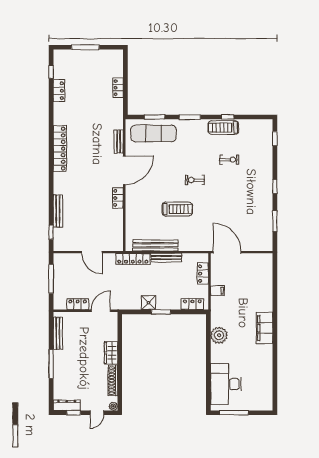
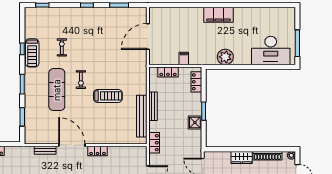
exercise mat: (153, 133) -> (57, 90), moved
treadmill: (177, 209) -> (108, 96), turned 90
door: (227, 252) -> (148, 36), moved
locker: (133, 259) -> (154, 143), width x0.66

